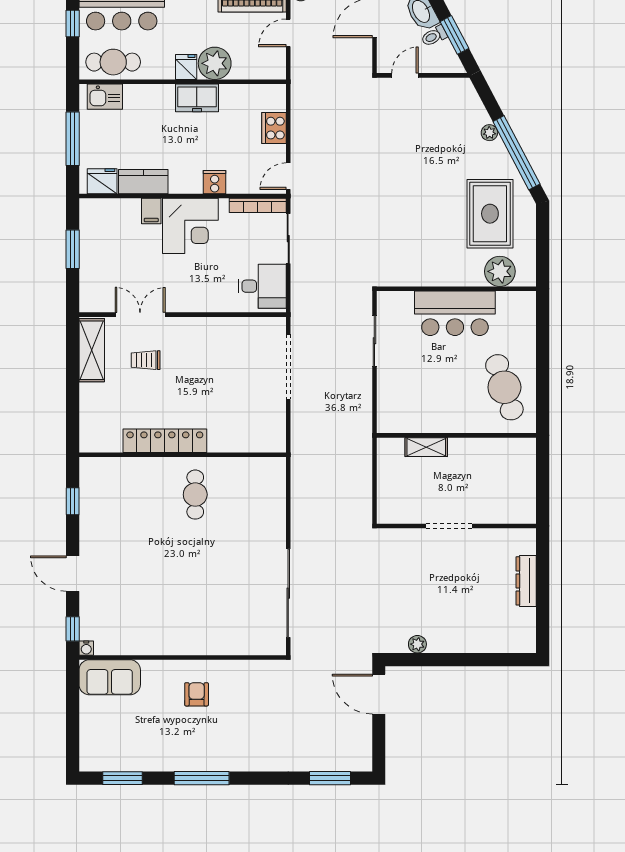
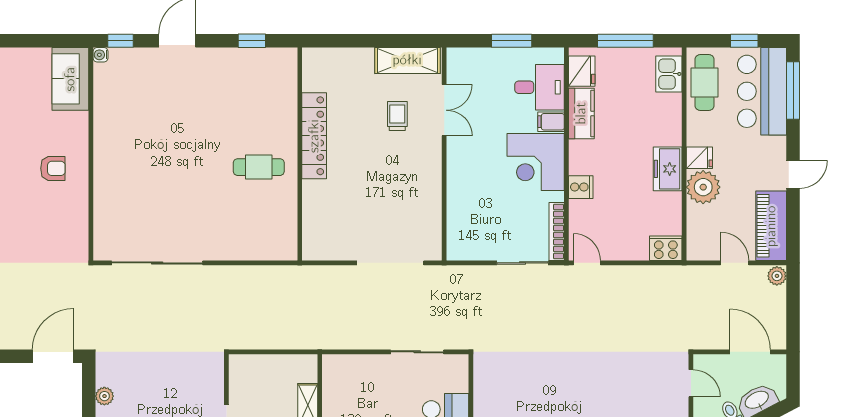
cooker: (274, 128) -> (666, 248), moved
desk: (262, 286) -> (540, 87), moved, turned -90

